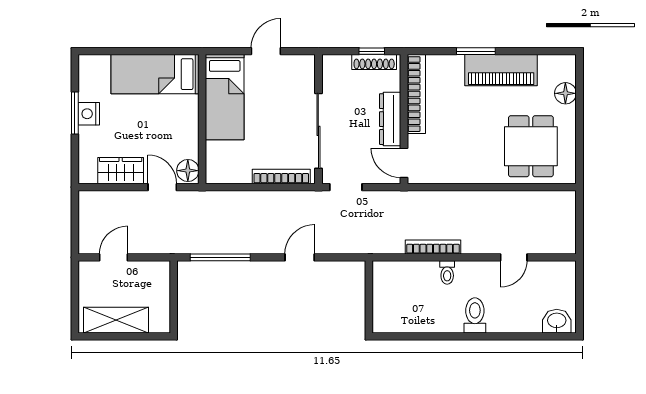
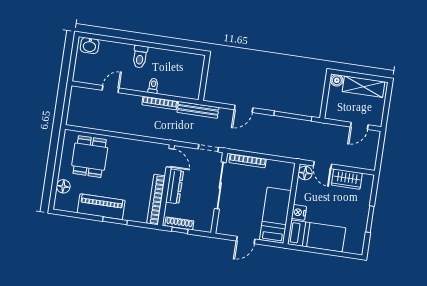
nightstand: (89, 114) -> (299, 212), moved, turned 180
bench: (371, 245) -> (198, 110), added
boiler: (159, 324) -> (337, 80), added

